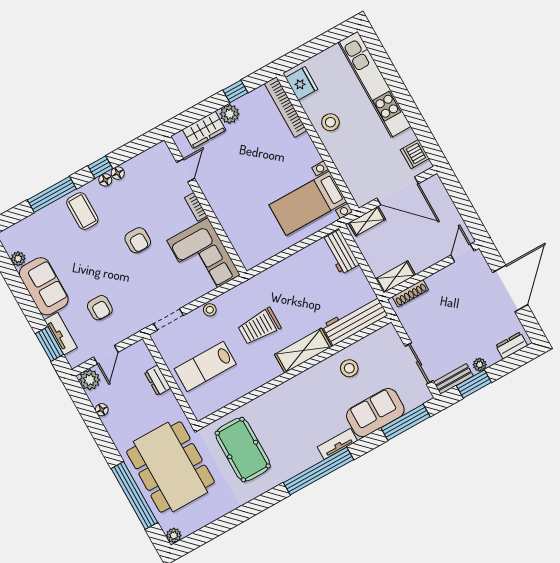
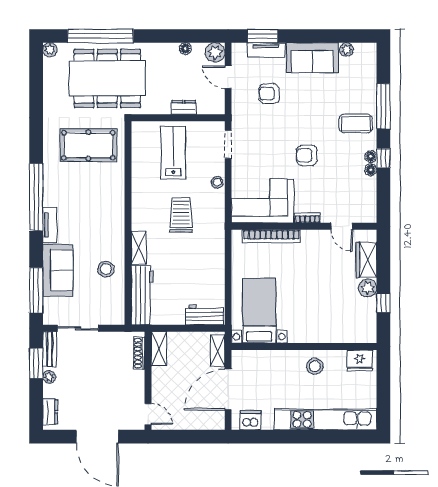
bookcase: (286, 107) -> (271, 236), moved, turned 180
shelving: (303, 351) -> (139, 248), width x0.67, depth x0.75

